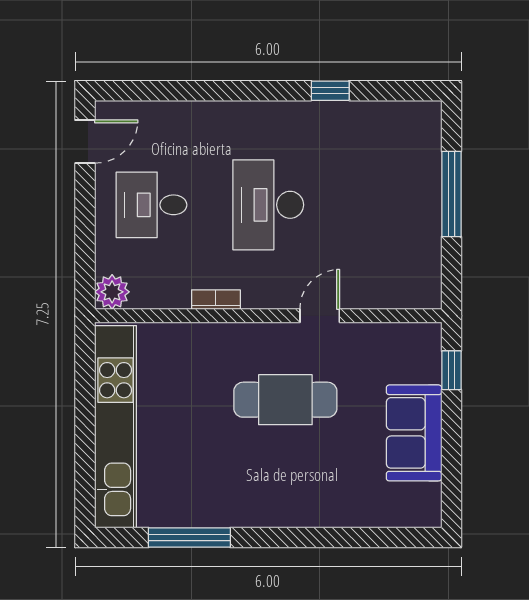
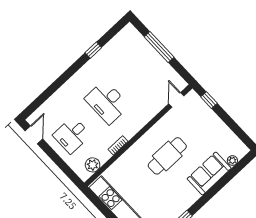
plant: (112, 292) -> (93, 165), moved
door: (320, 316) -> (176, 100), moved
sofa: (414, 433) -> (209, 173), moved, turned 90
plant: (393, 516) -> (232, 161), added

